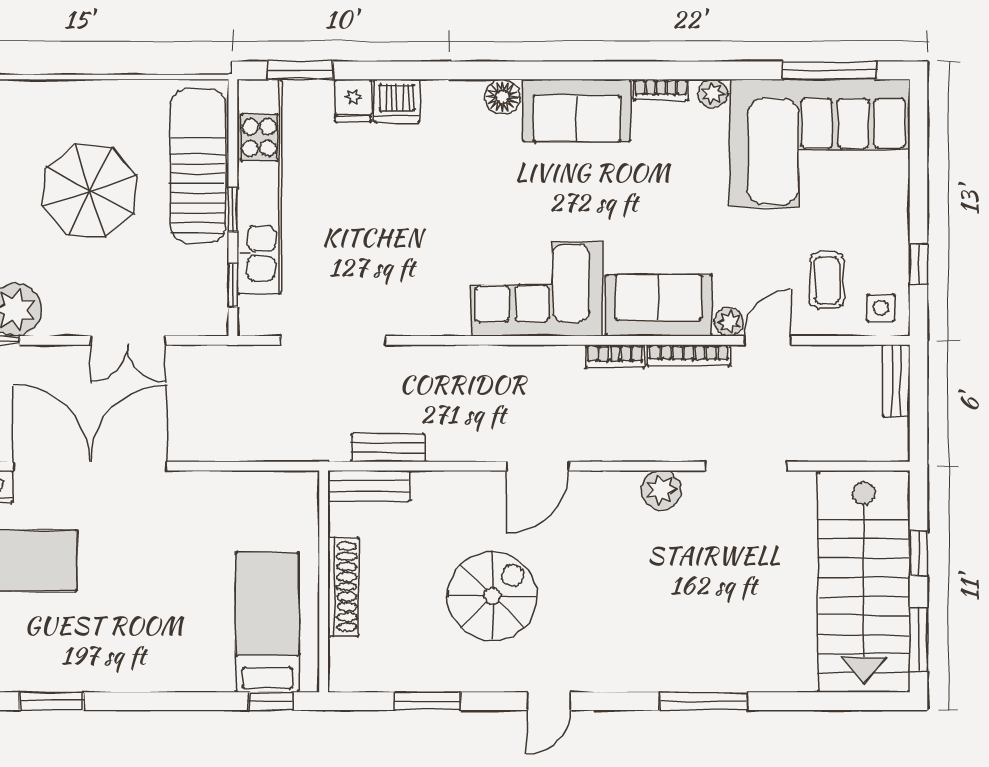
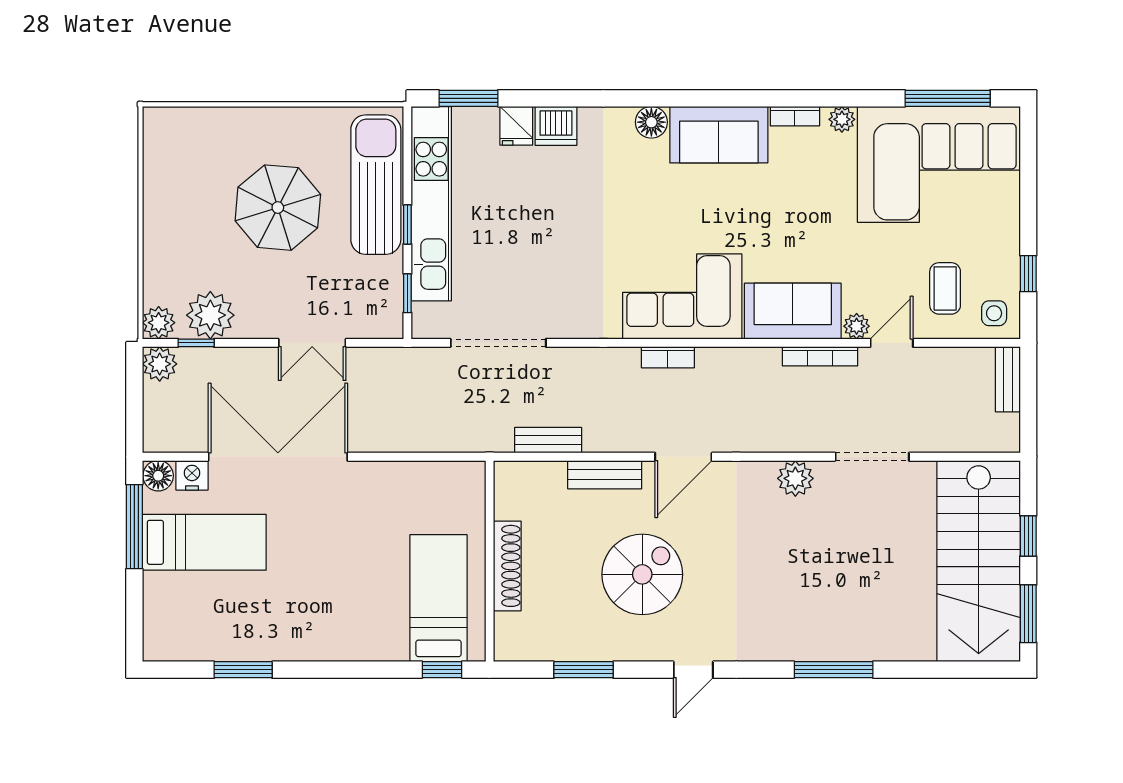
bookcase: (615, 356) -> (668, 357), moved
bench: (369, 486) -> (605, 475), moved

